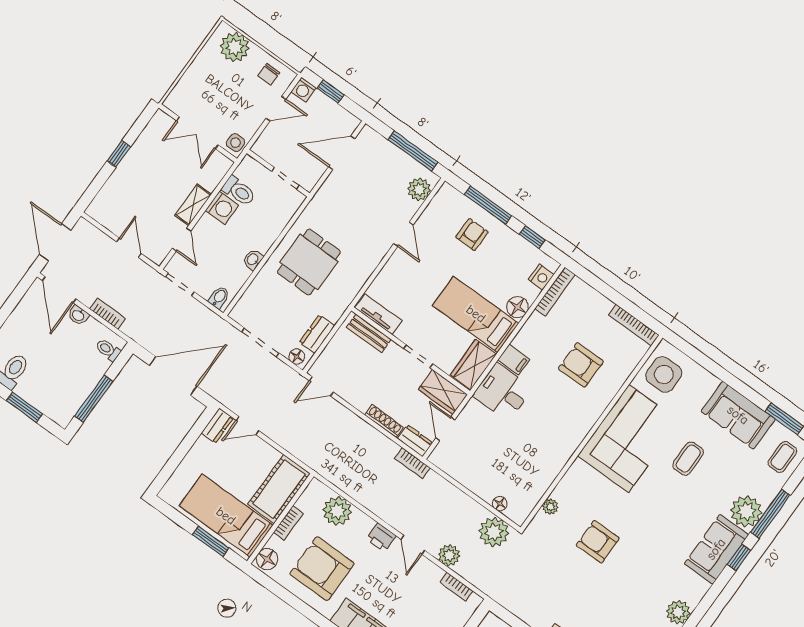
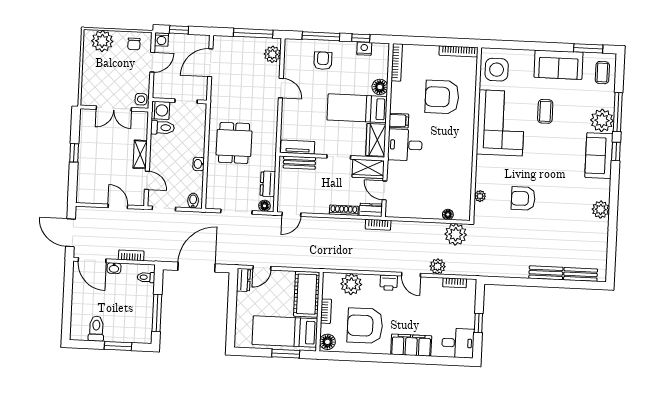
washing machine: (222, 208) -> (160, 110), moved
nightstand: (541, 277) -> (364, 49), moved, turned -90
armchair: (581, 365) -> (442, 97), width x1.36, depth x1.36

